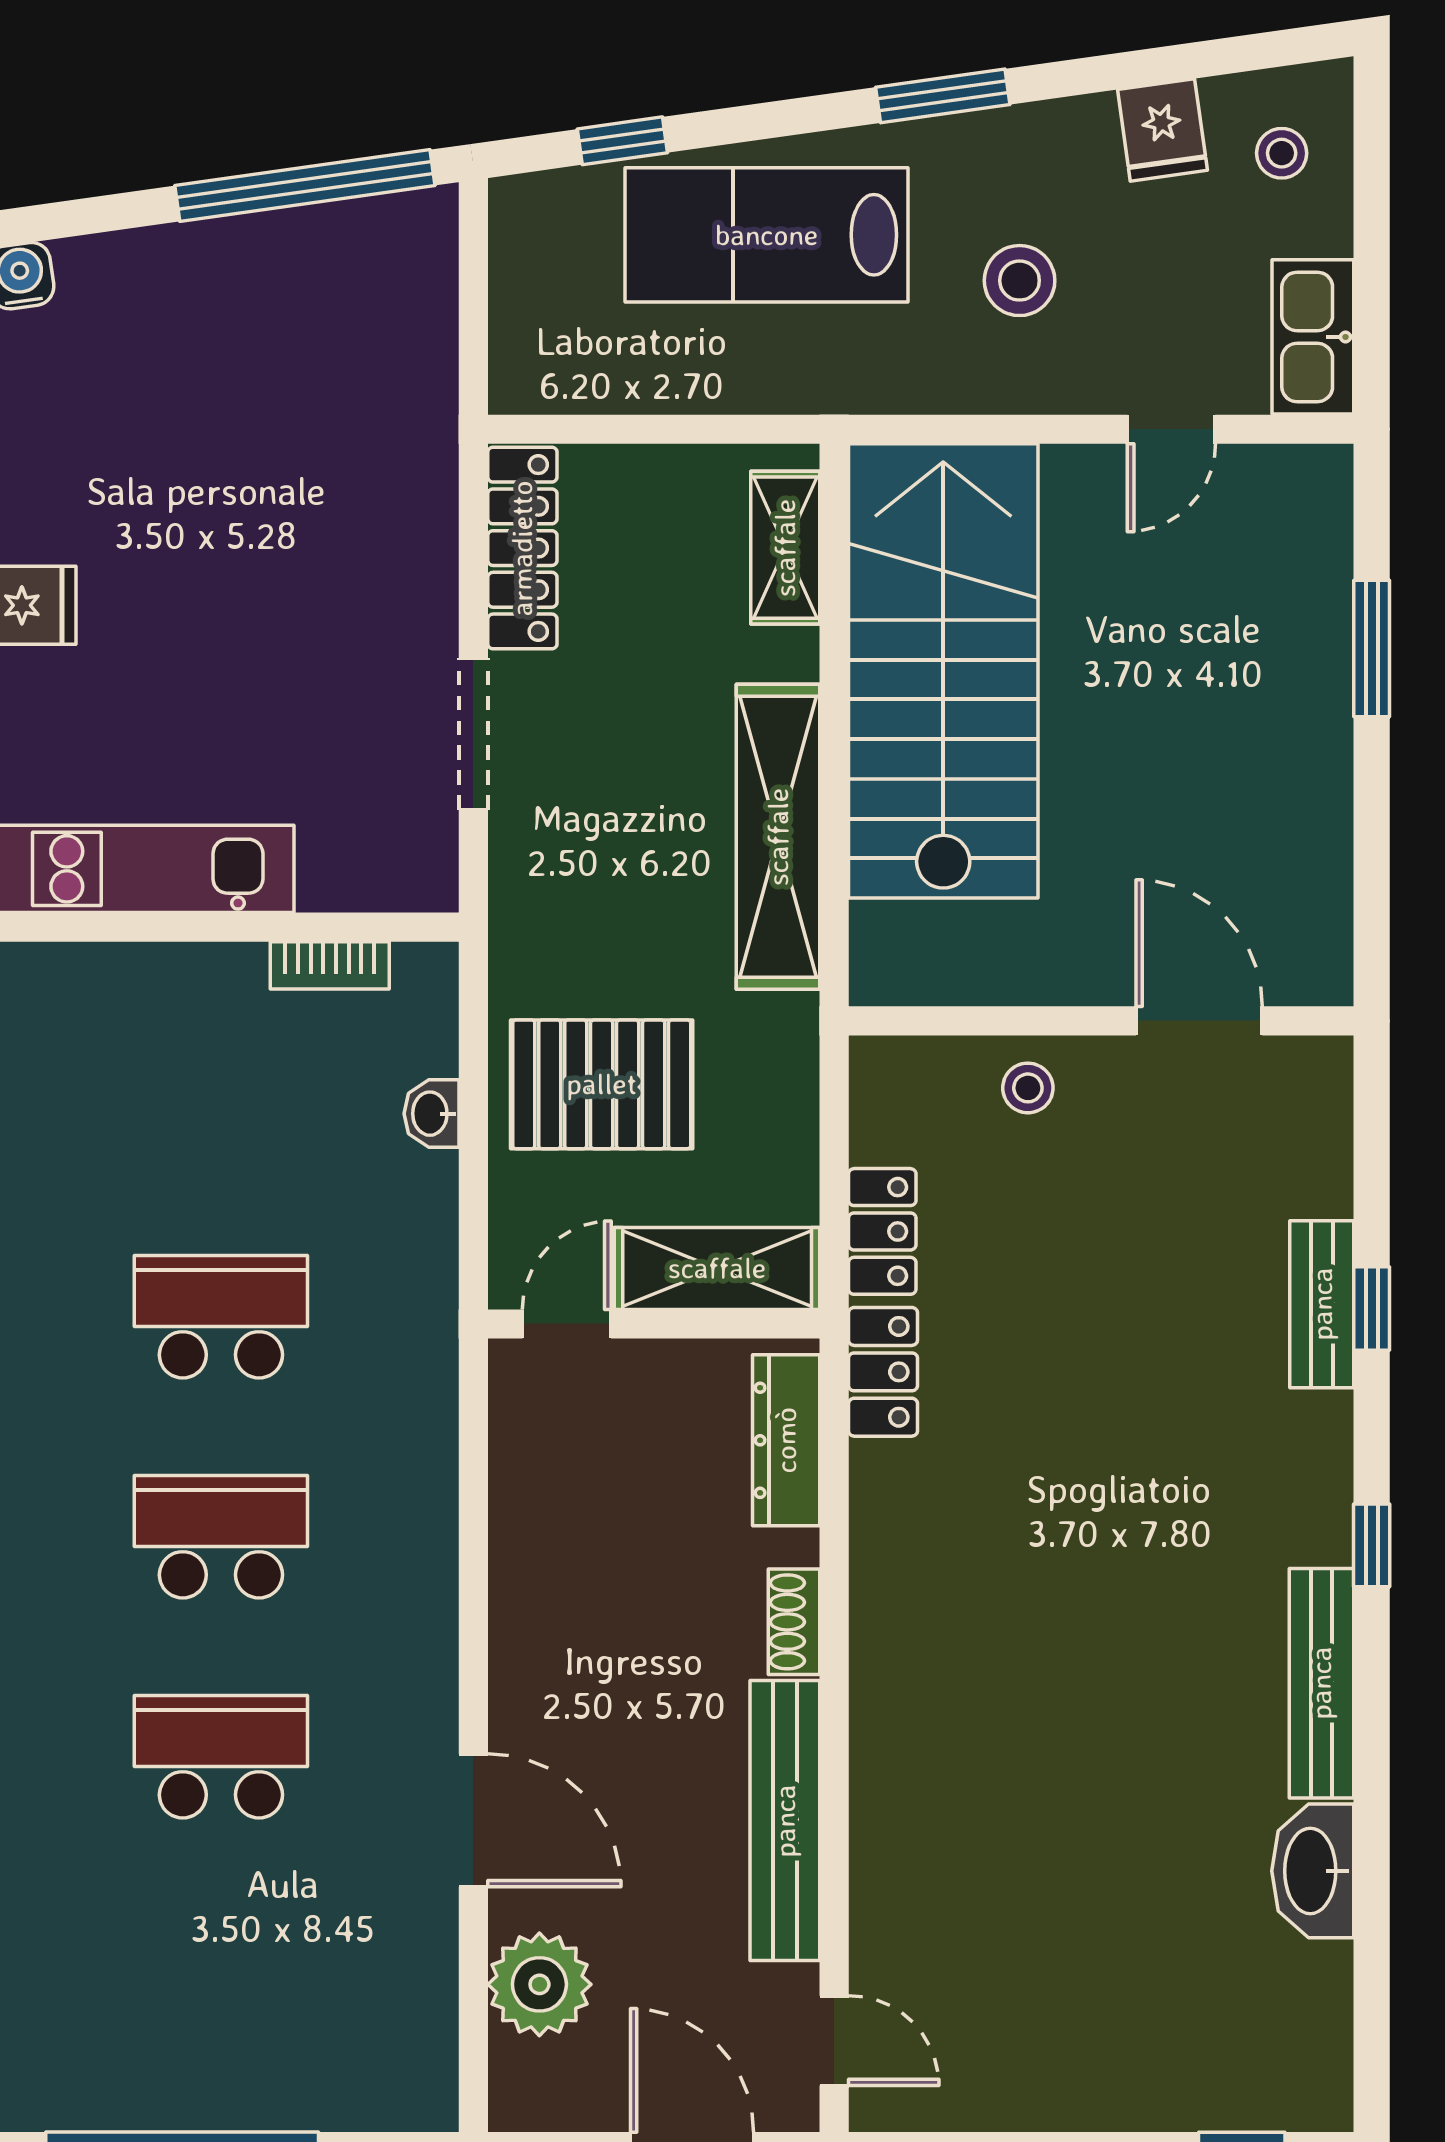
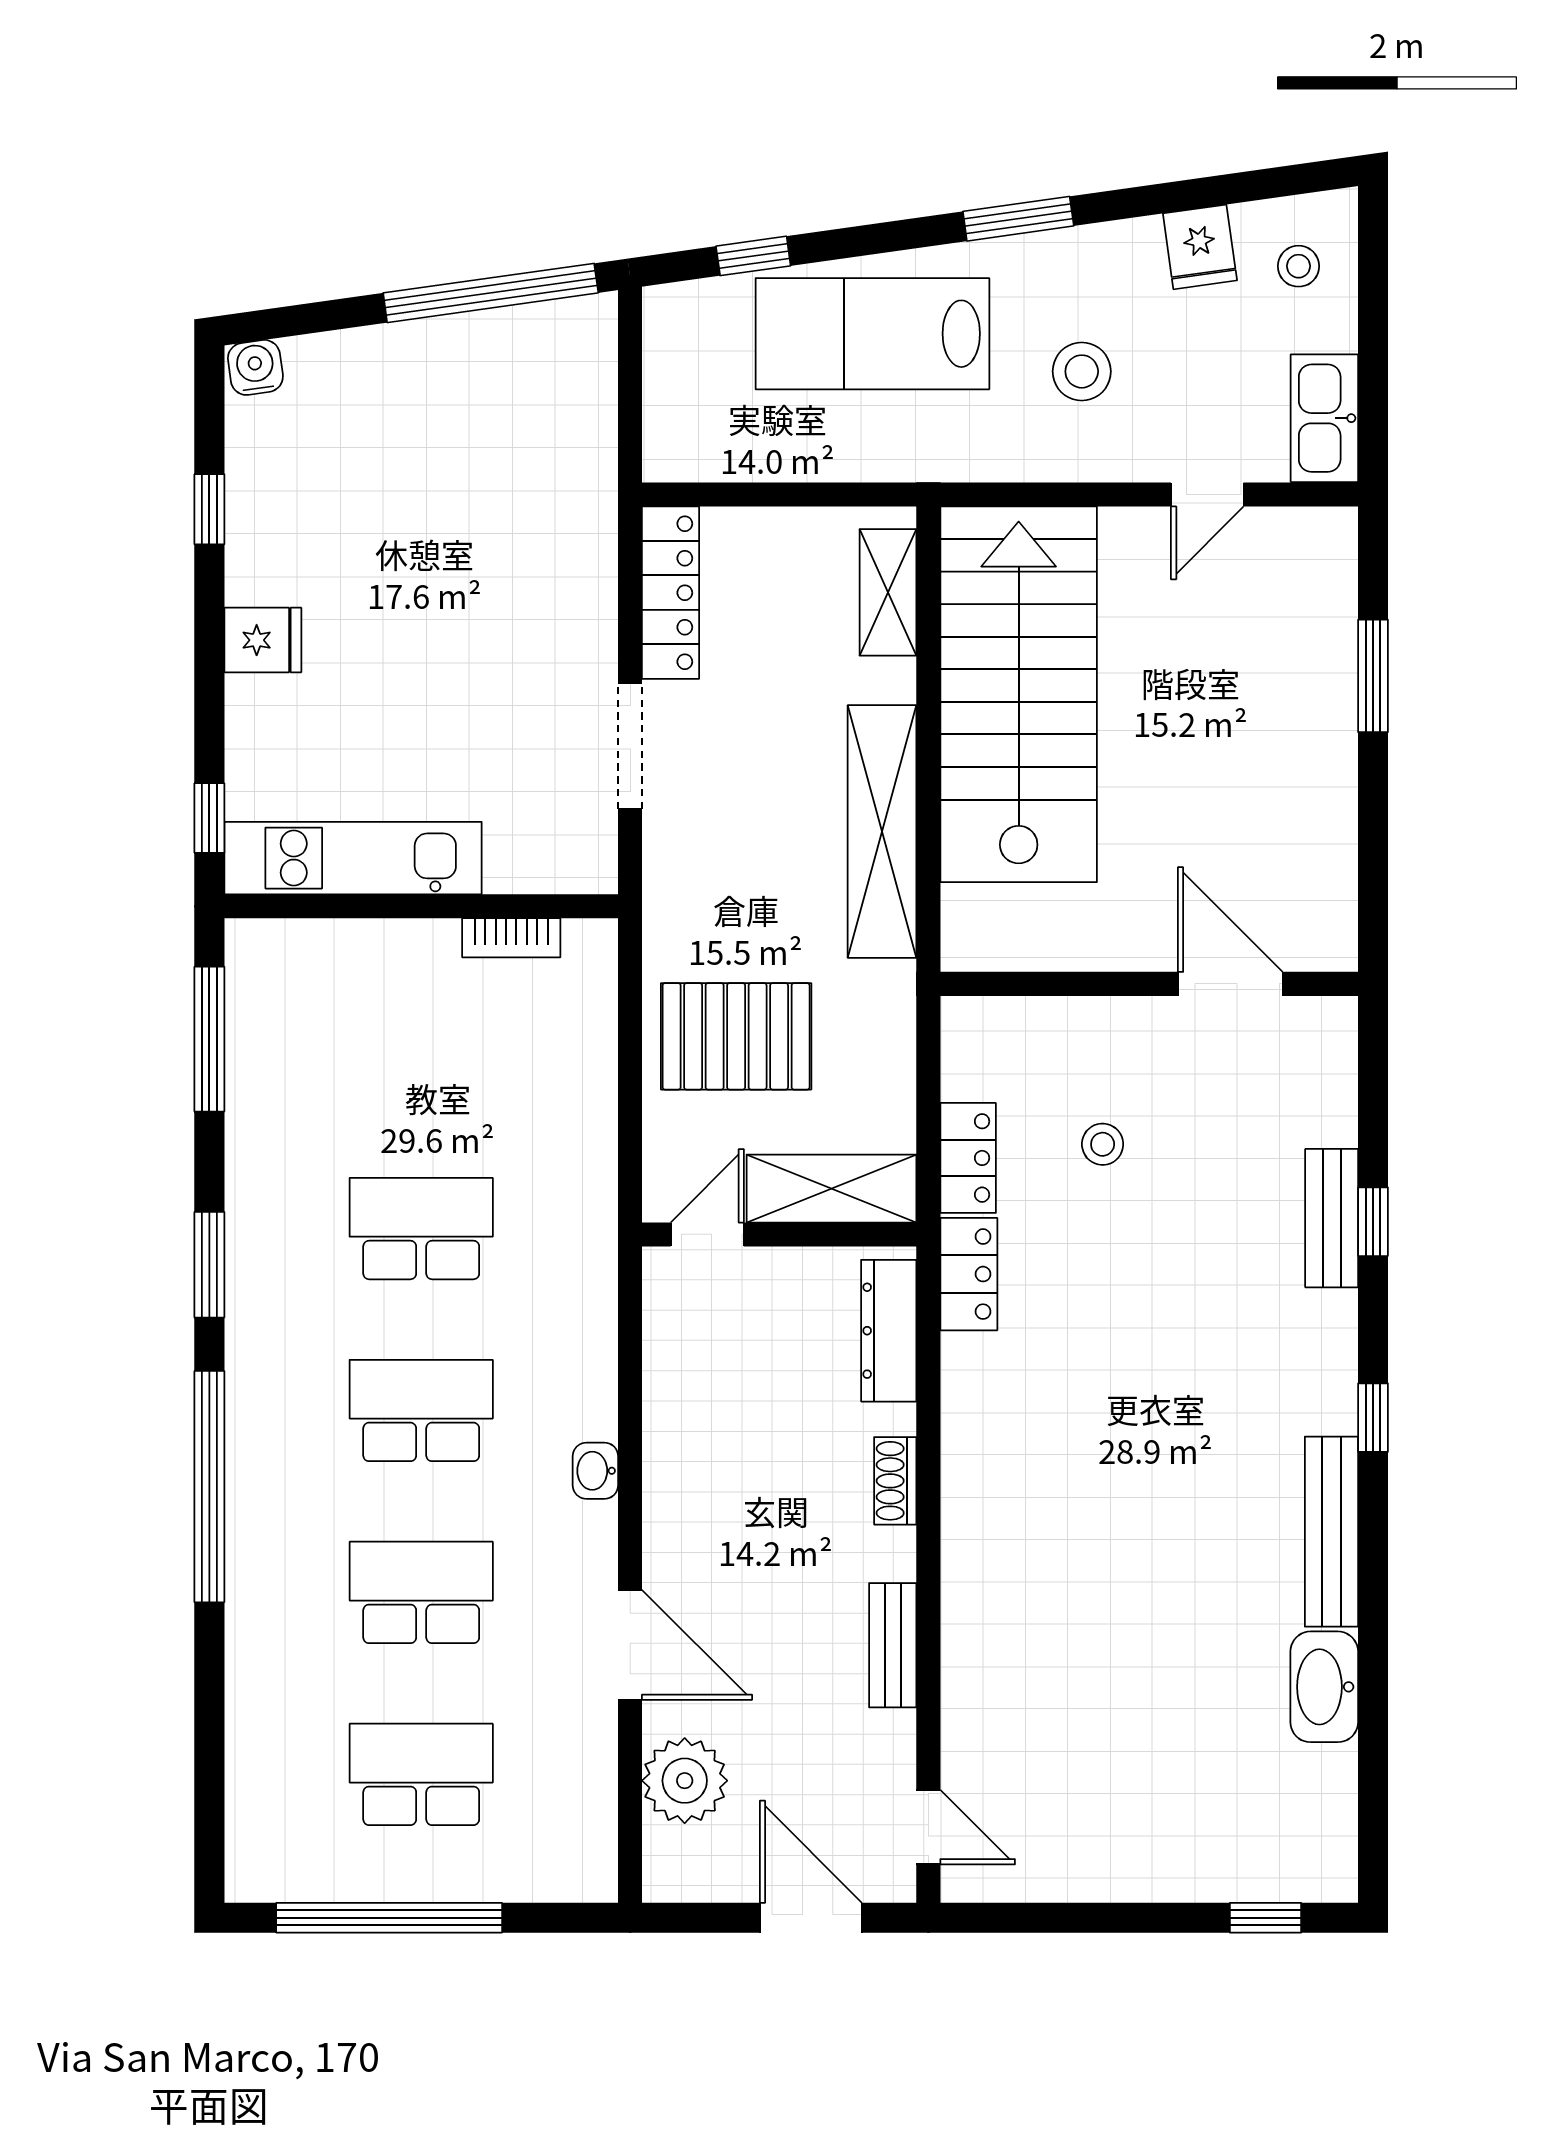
stool: (1028, 1088) -> (1103, 1144), moved
washbasin: (432, 1114) -> (595, 1471), moved
bench: (785, 1821) -> (893, 1645), width x0.54, depth x0.82
school desk: (221, 1977) -> (421, 1774), added

